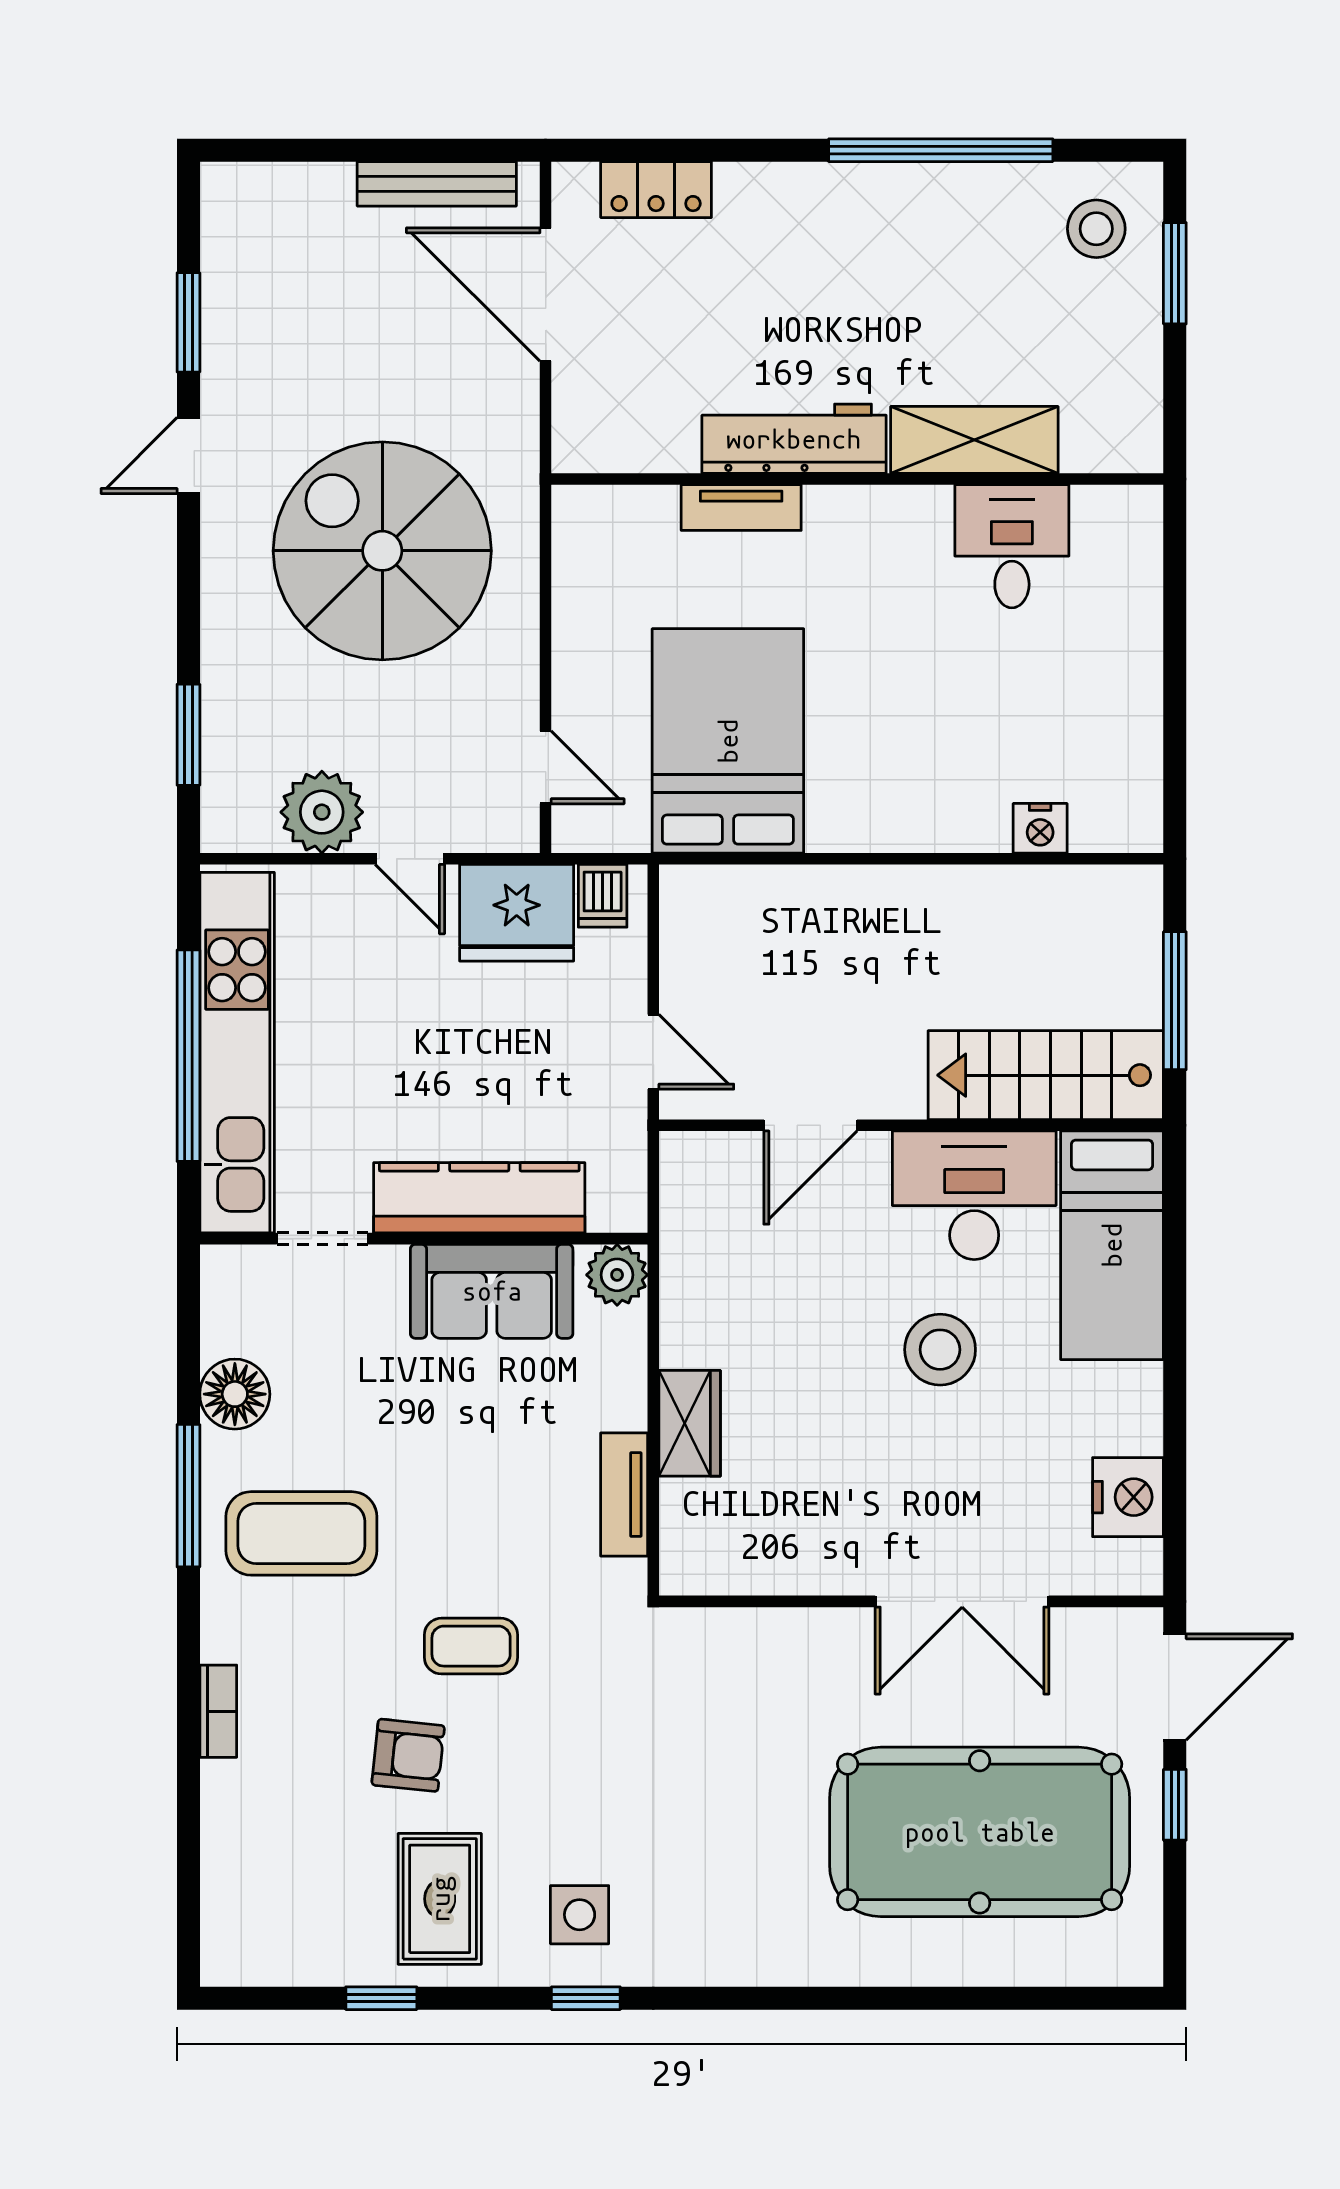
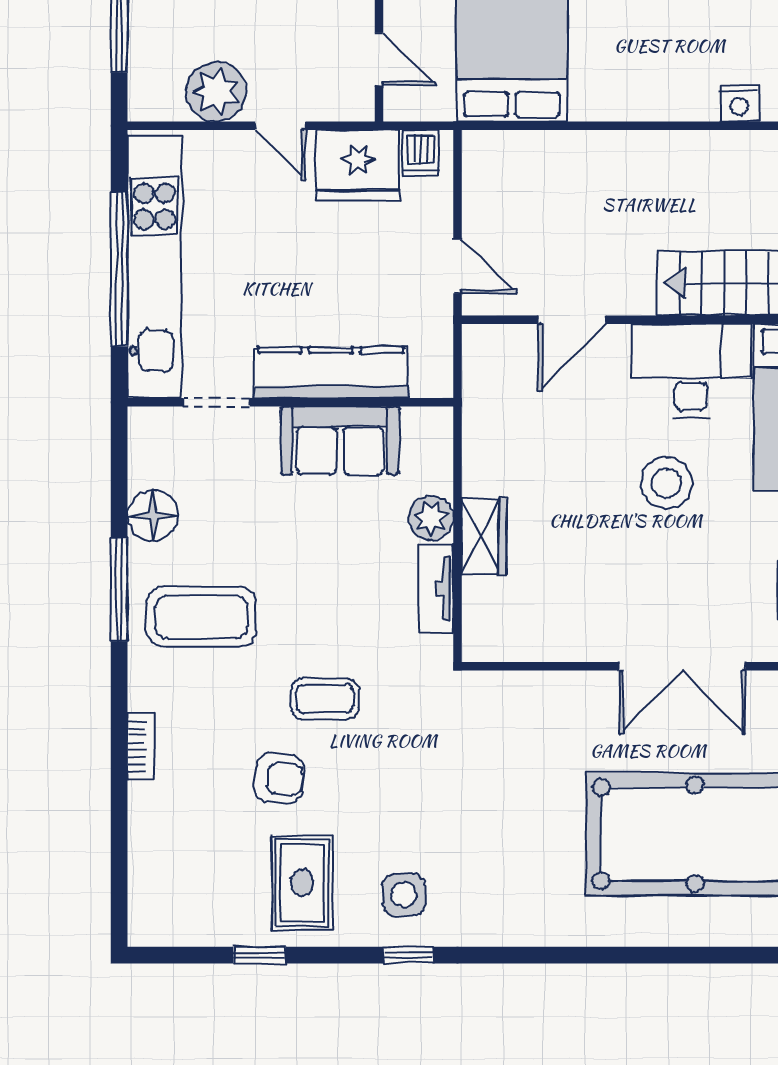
plant: (617, 1275) -> (431, 518), moved

